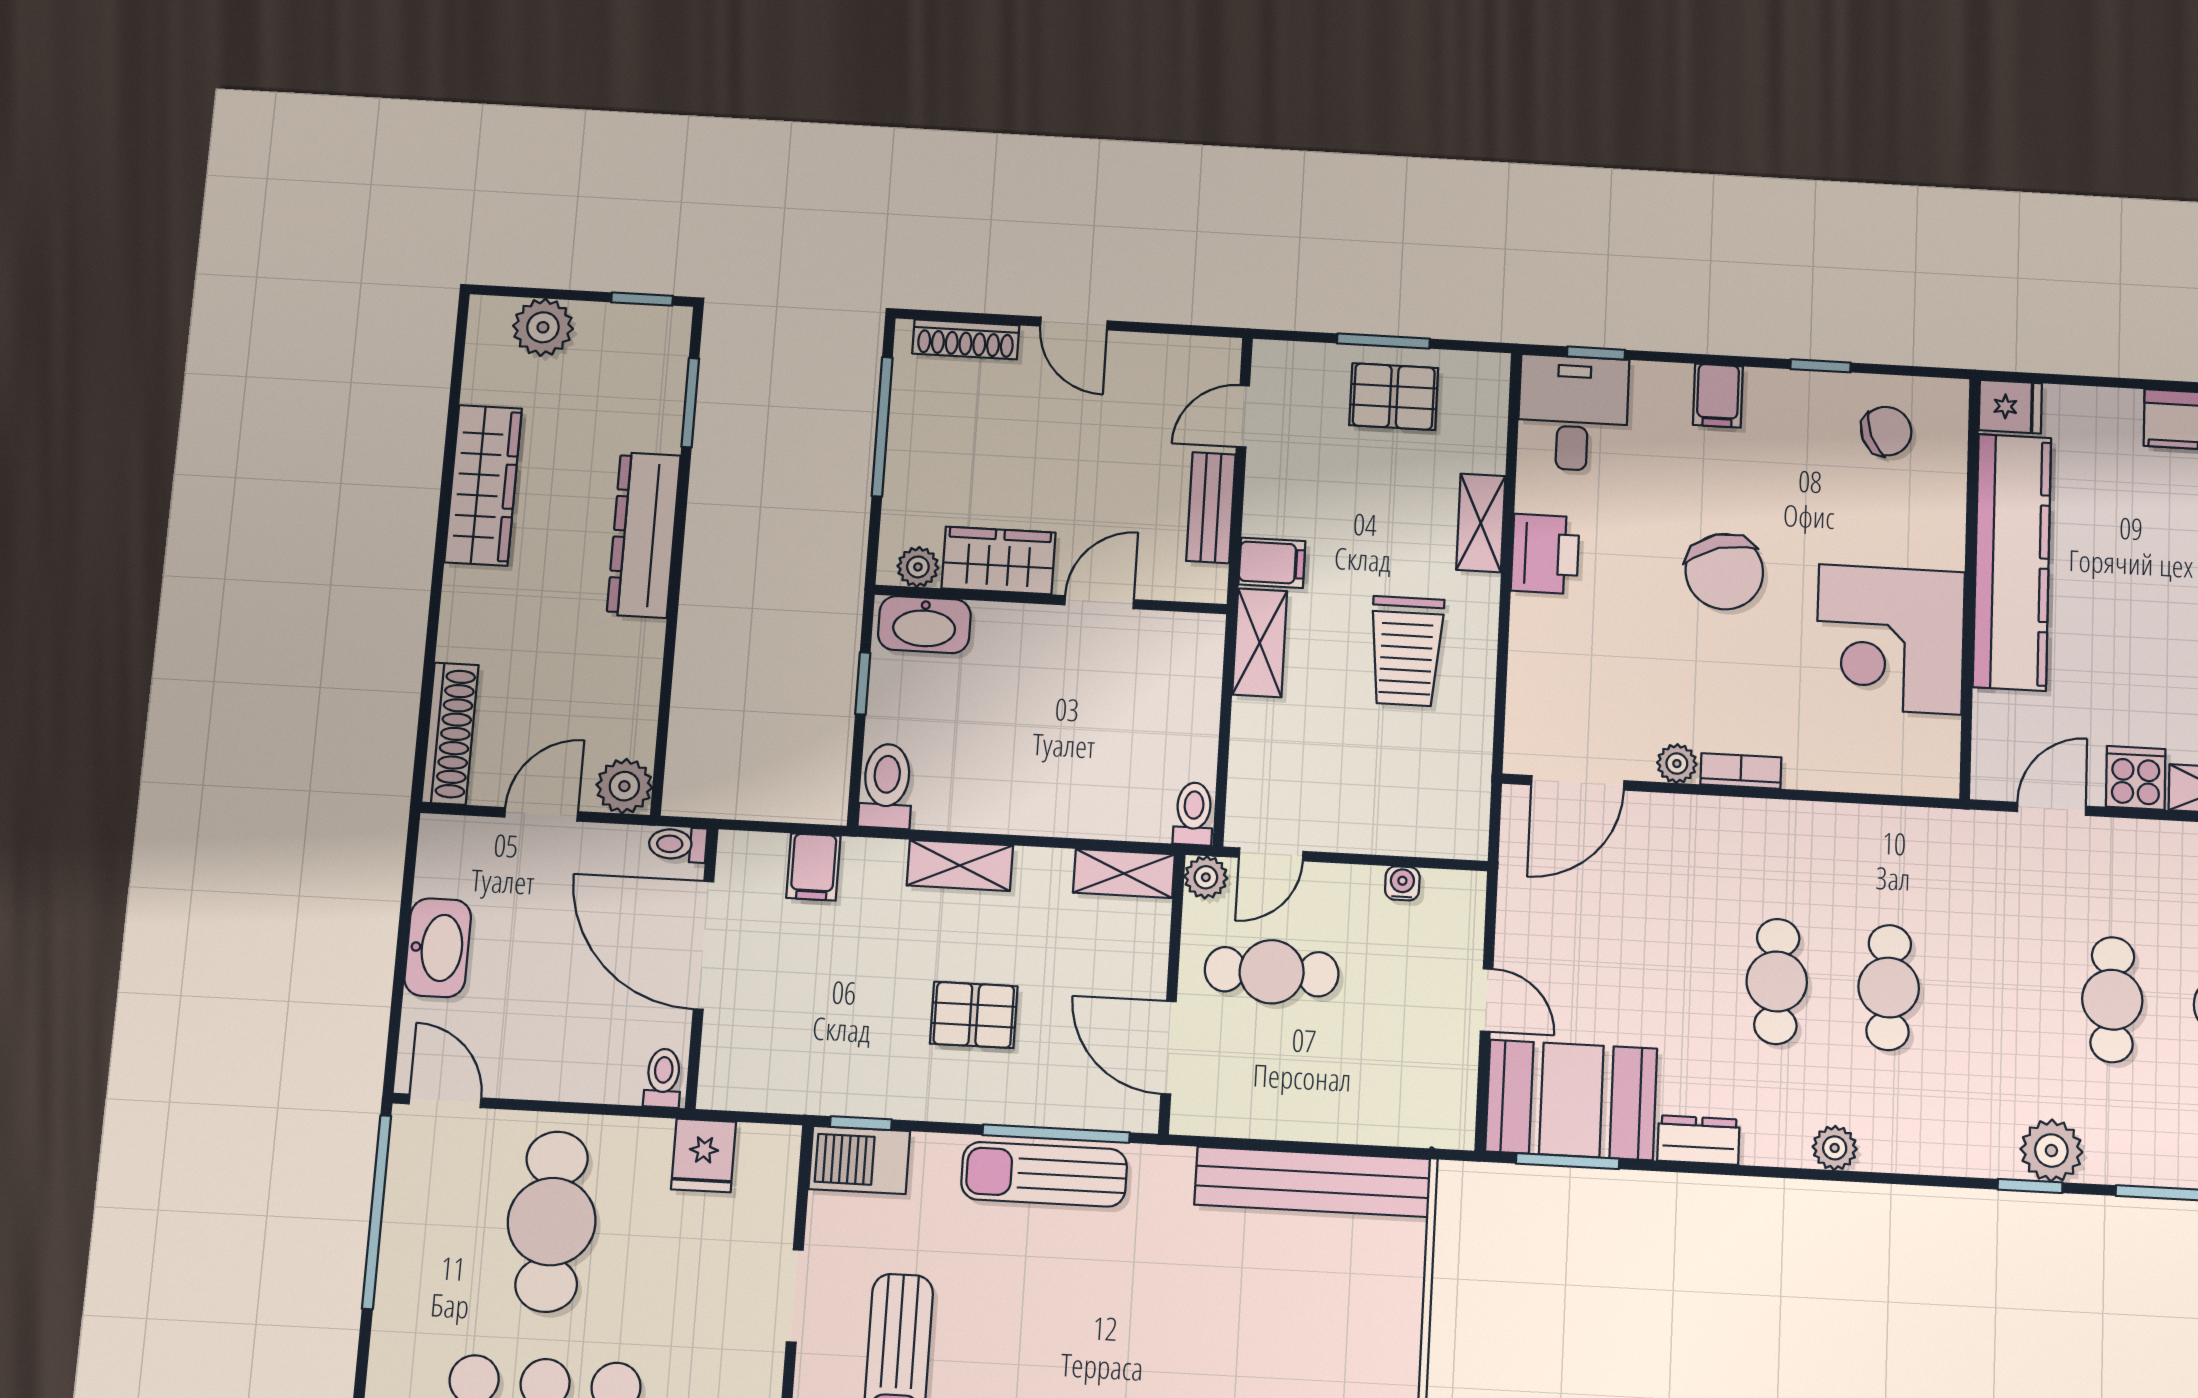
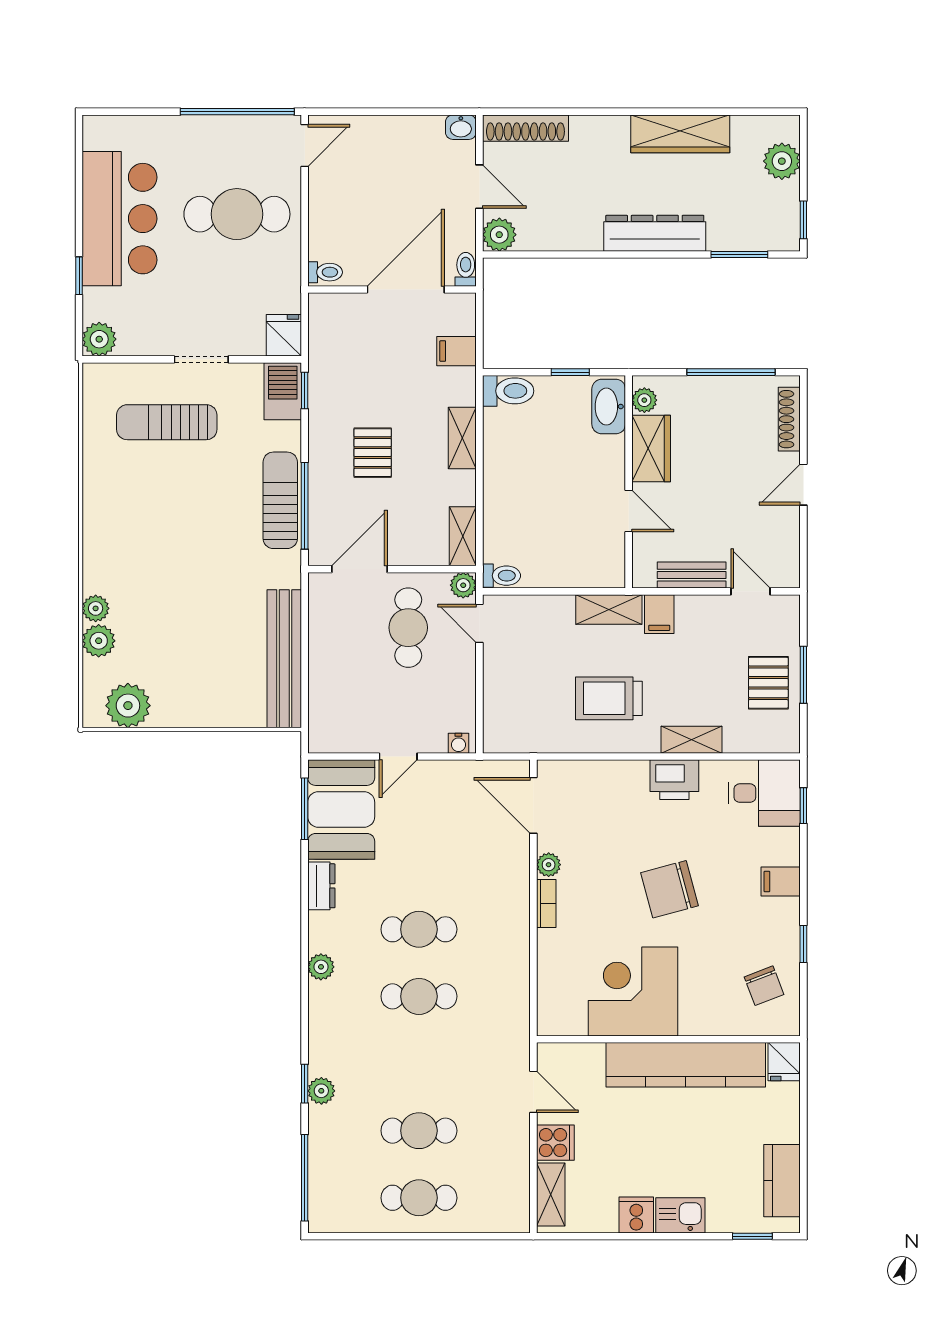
water cooler: (1402, 883) -> (458, 743), moved, turned 90
washbasin: (438, 948) -> (461, 127), moved, width x0.52, depth x0.69
plant: (2051, 1151) -> (321, 1091), width x0.73, depth x0.73
fridge: (704, 1156) -> (284, 335), moved, turned 90

